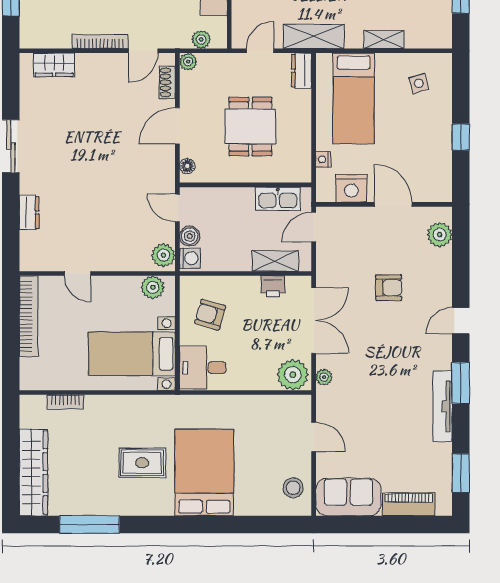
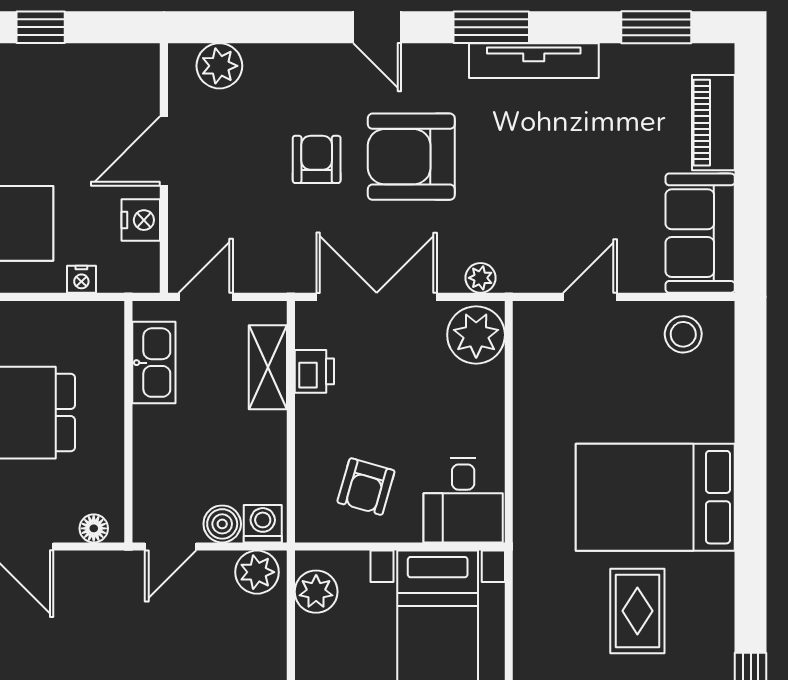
nightstand: (351, 188) -> (141, 220), width x0.74, depth x0.75
door: (314, 227) -> (206, 297), swing flipped
armchair: (390, 339) -> (411, 157), added

